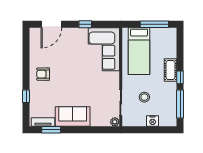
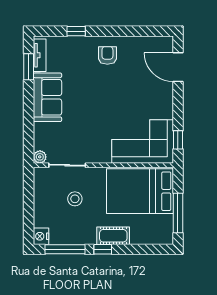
window: (85, 24) -> (178, 140), moved
bed: (139, 51) -> (140, 191), width x1.50
nightstand: (153, 121) -> (41, 236), moved

